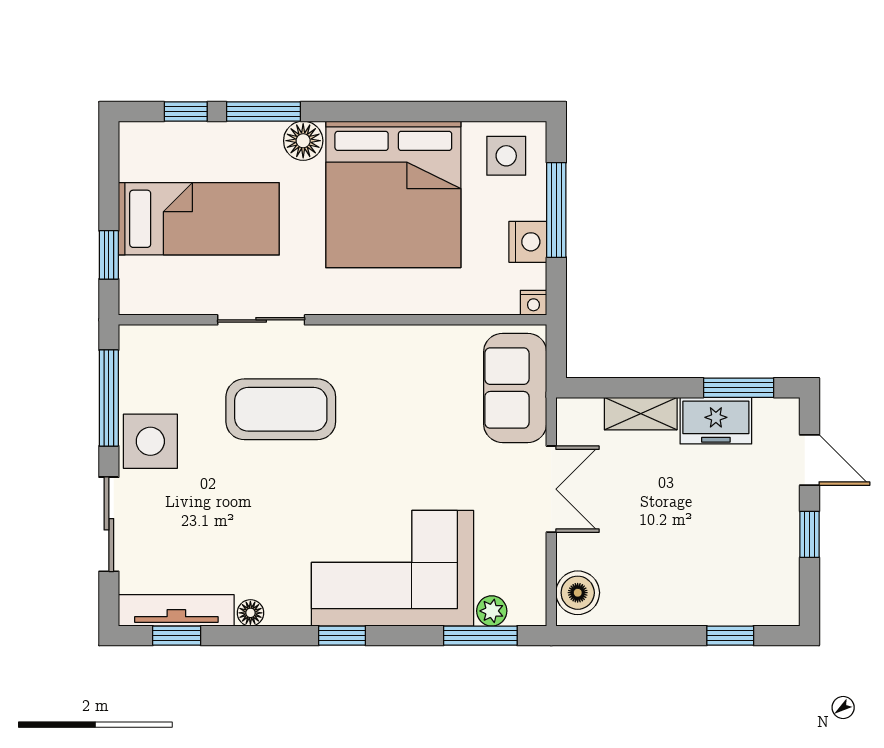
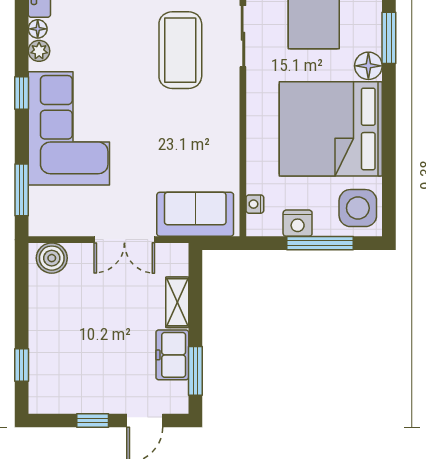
side table: (506, 156) -> (358, 208), width x1.37, depth x1.37
nightstand: (534, 303) -> (255, 204), moved
plant: (492, 611) -> (39, 51), moved

